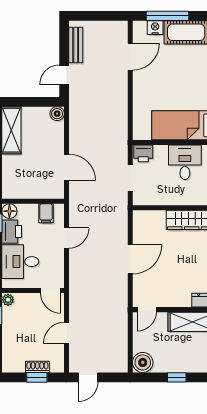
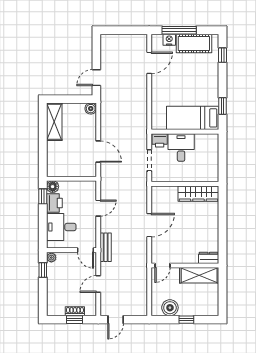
bench: (76, 45) -> (106, 247), moved
desk: (185, 162) -> (181, 147), moved
filing cabinet: (46, 213) -> (82, 188), removed
boiler: (143, 362) -> (170, 308), moved

